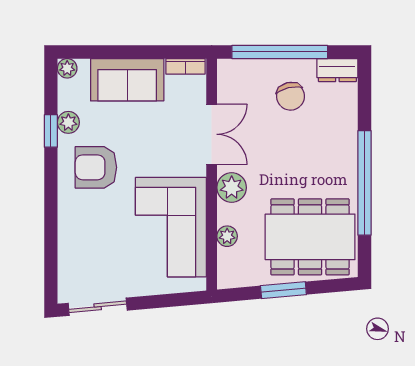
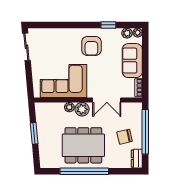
plant: (68, 122) -> (127, 33), moved
armchair: (96, 167) -> (91, 46), turned 180
plant: (227, 236) -> (69, 107), moved
dining table: (310, 237) -> (83, 145), moved, turned 90

